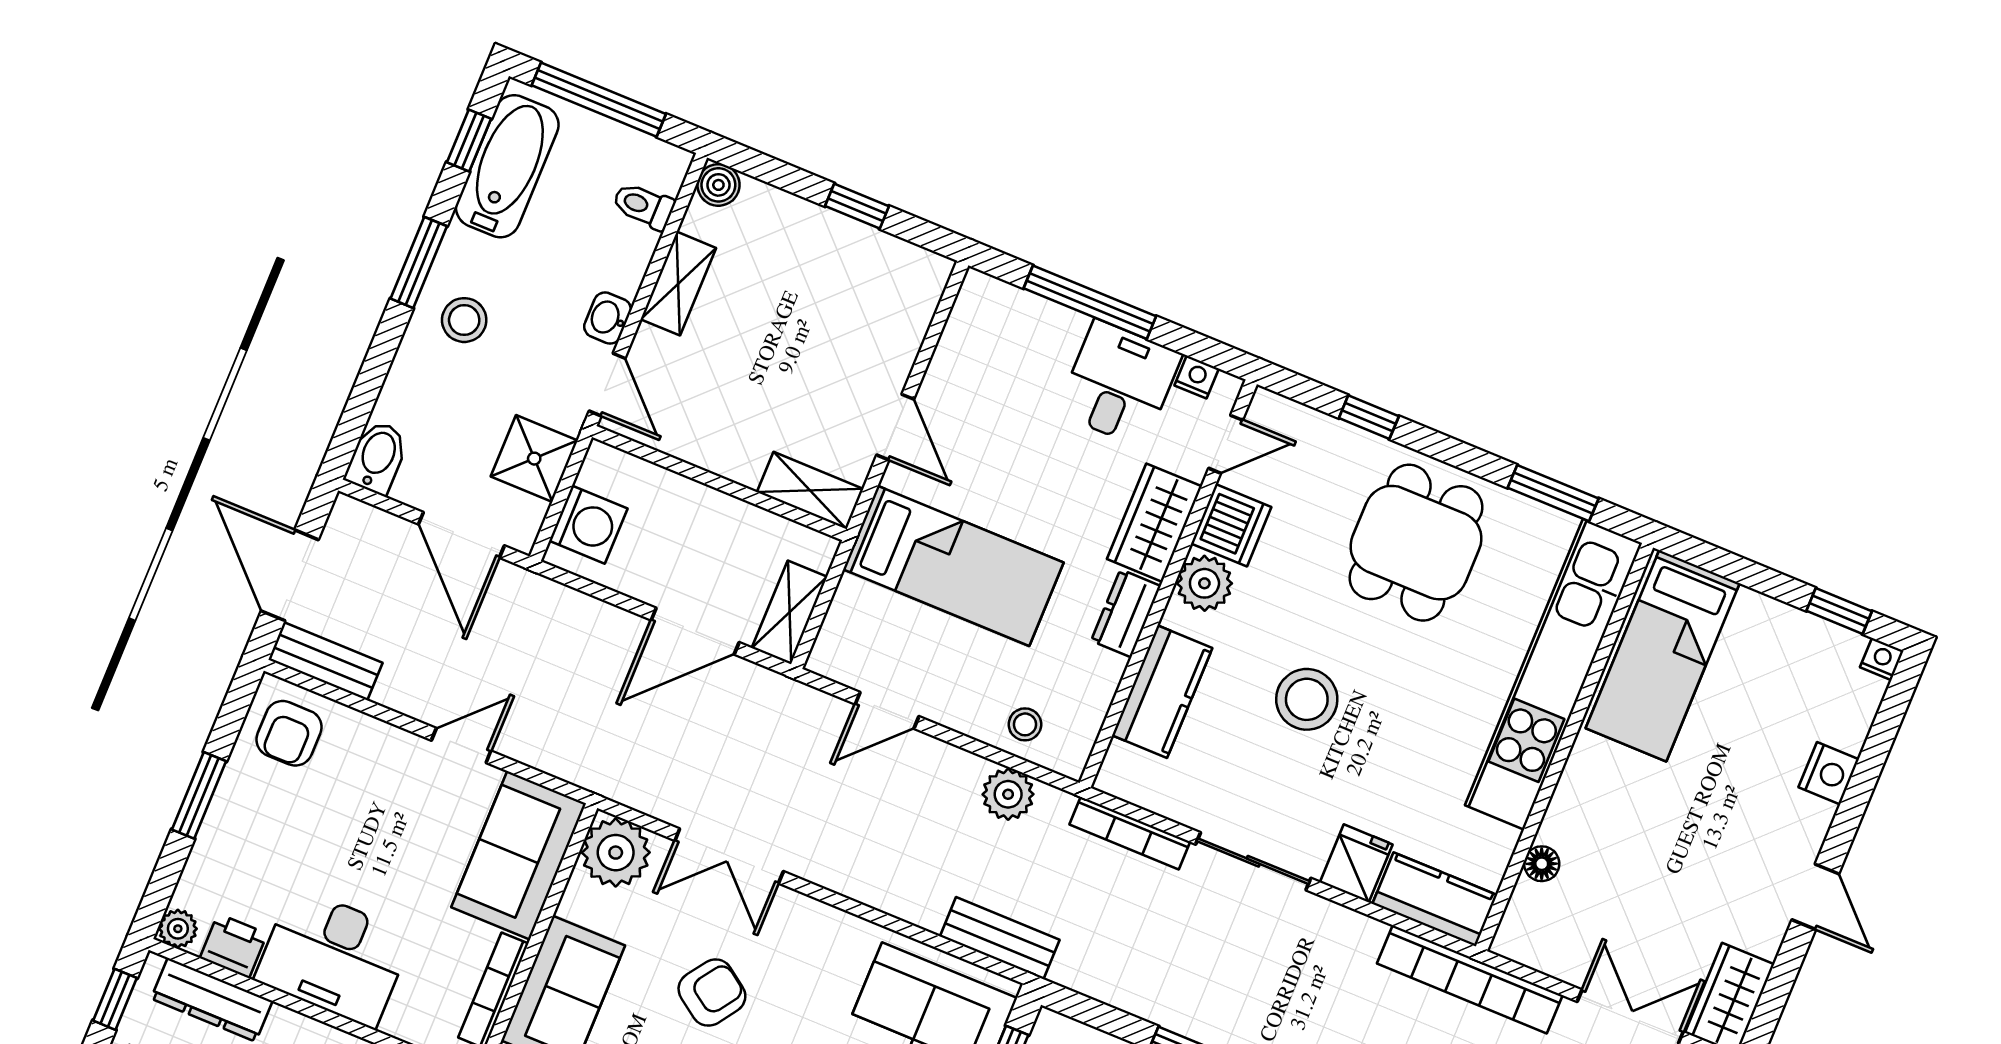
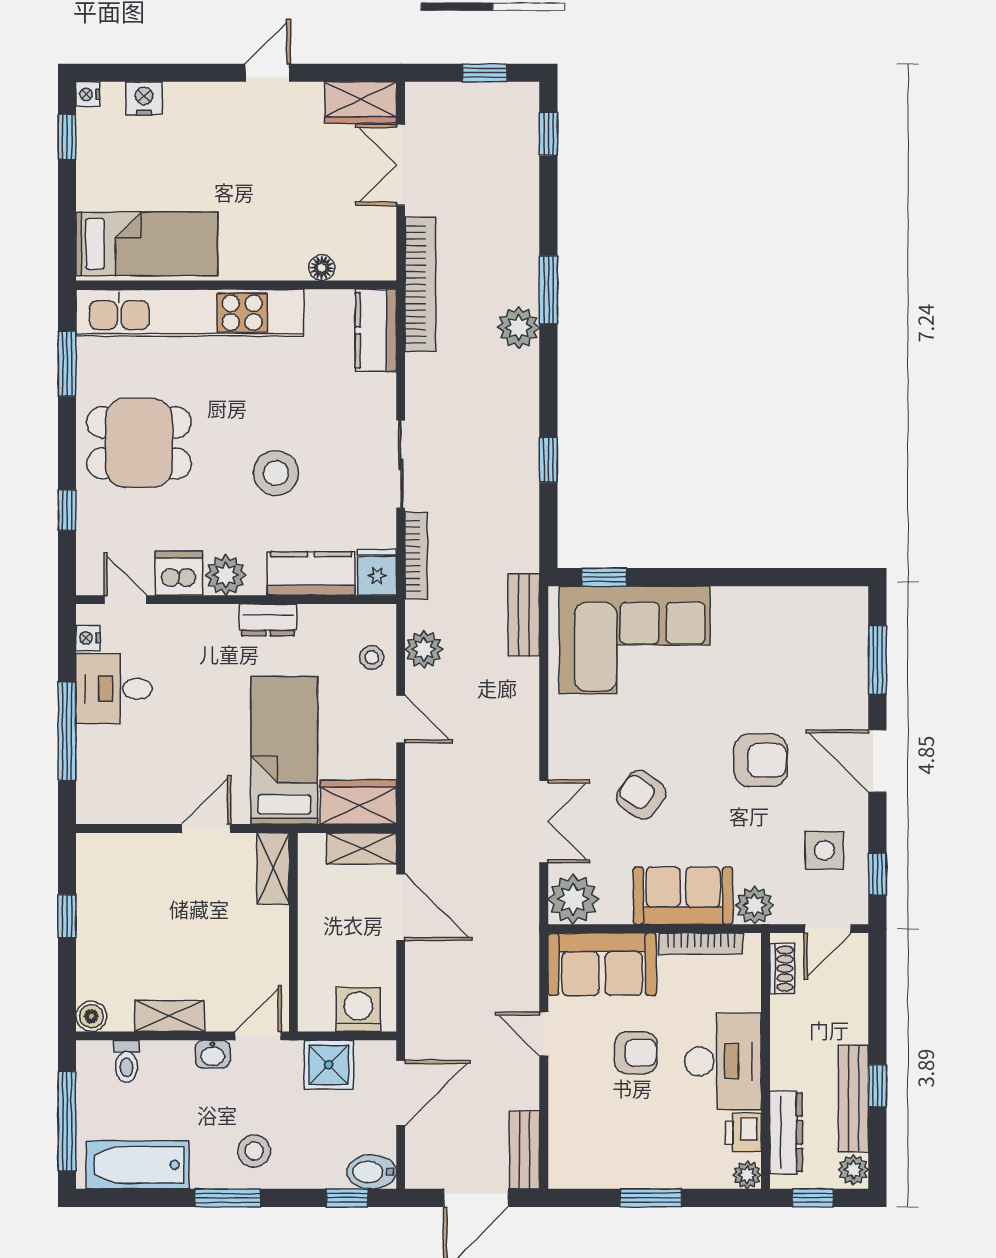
window: (469, 141) -> (347, 1198), moved
wardrobe: (1154, 523) -> (358, 802), moved, turned 180
door: (887, 710) -> (401, 719), moved
armchair: (289, 733) -> (636, 1053), moved
nightstand: (1829, 773) -> (144, 98), moved
fridge: (1356, 863) -> (377, 572), moved, turned 90

